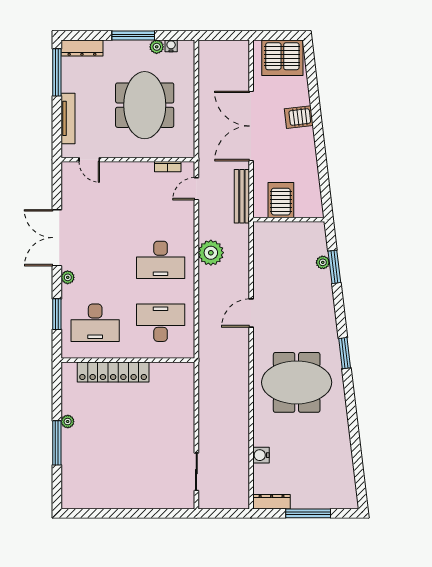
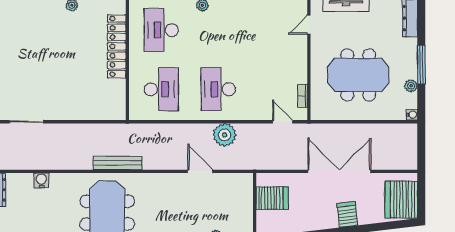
water cooler: (171, 46) -> (412, 115), moved
bench: (242, 196) -> (118, 163), moved
door: (251, 313) -> (200, 171), moved

